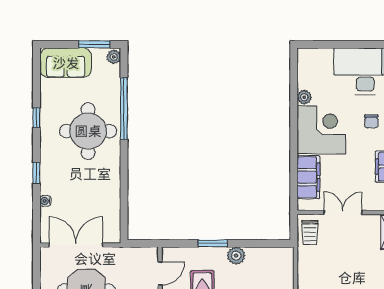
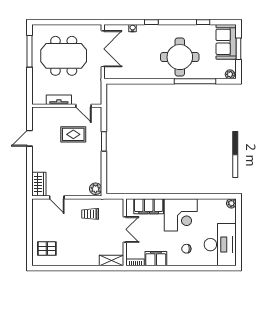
window: (94, 44) -> (238, 49), moved
plant: (304, 97) -> (231, 203), moved
window: (36, 118) -> (203, 22), moved
trolley: (310, 233) -> (90, 214), moved
plant: (236, 256) -> (96, 189), moved

